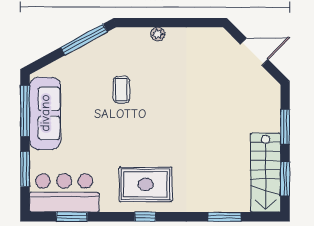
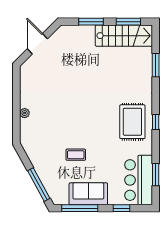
window: (84, 40) -> (39, 185), moved
coffee table: (121, 90) -> (76, 155), moved
sofa: (45, 113) -> (88, 194), width x0.73
window: (25, 169) -> (122, 208), width x0.67

